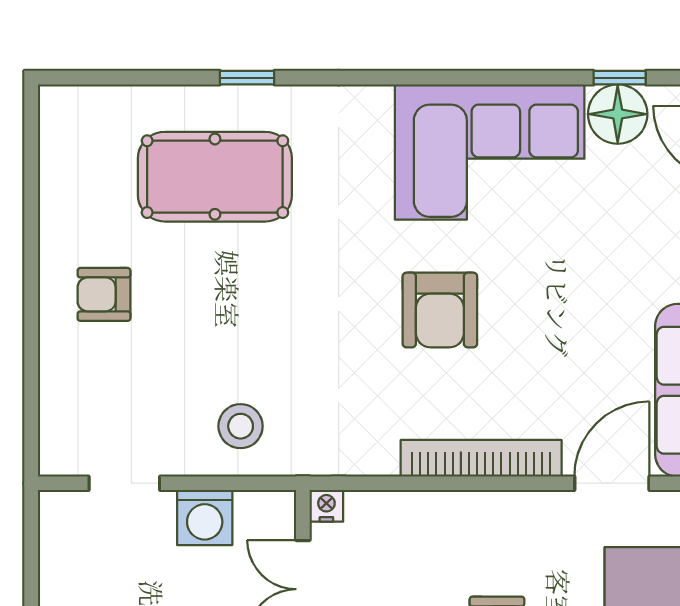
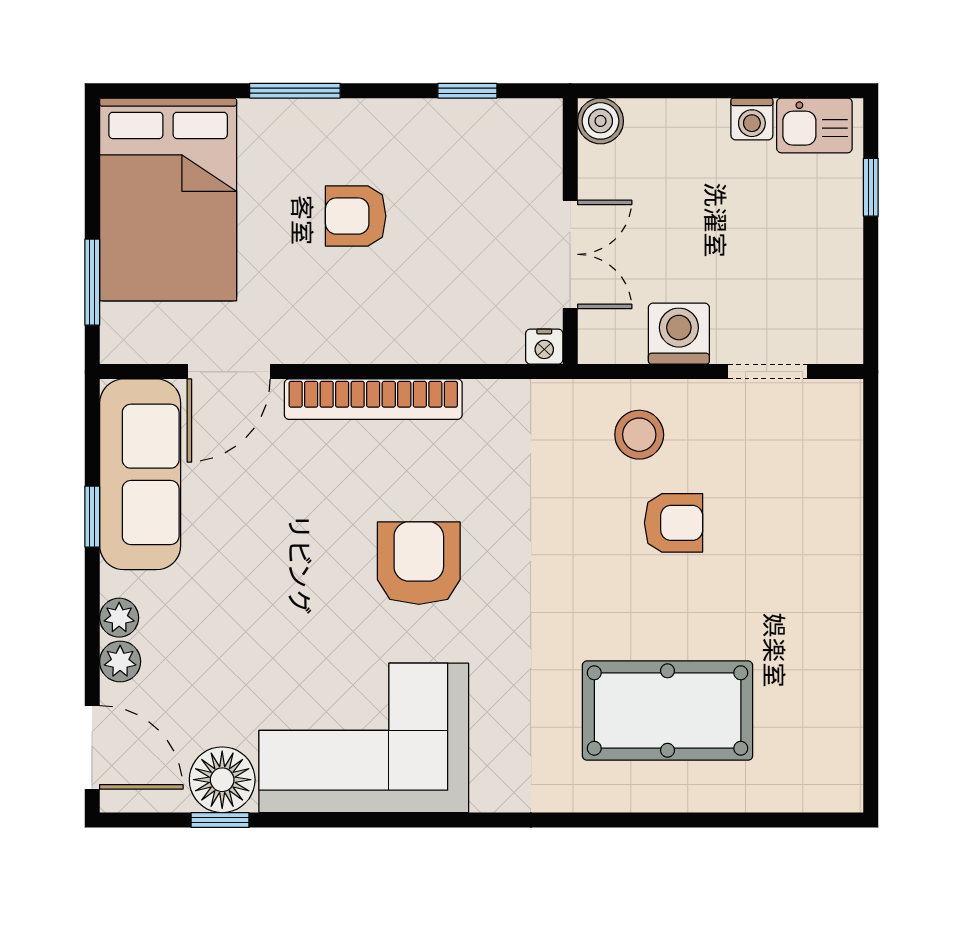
window: (247, 78) -> (632, 820), removed
armchair: (104, 294) -> (673, 523), moved

